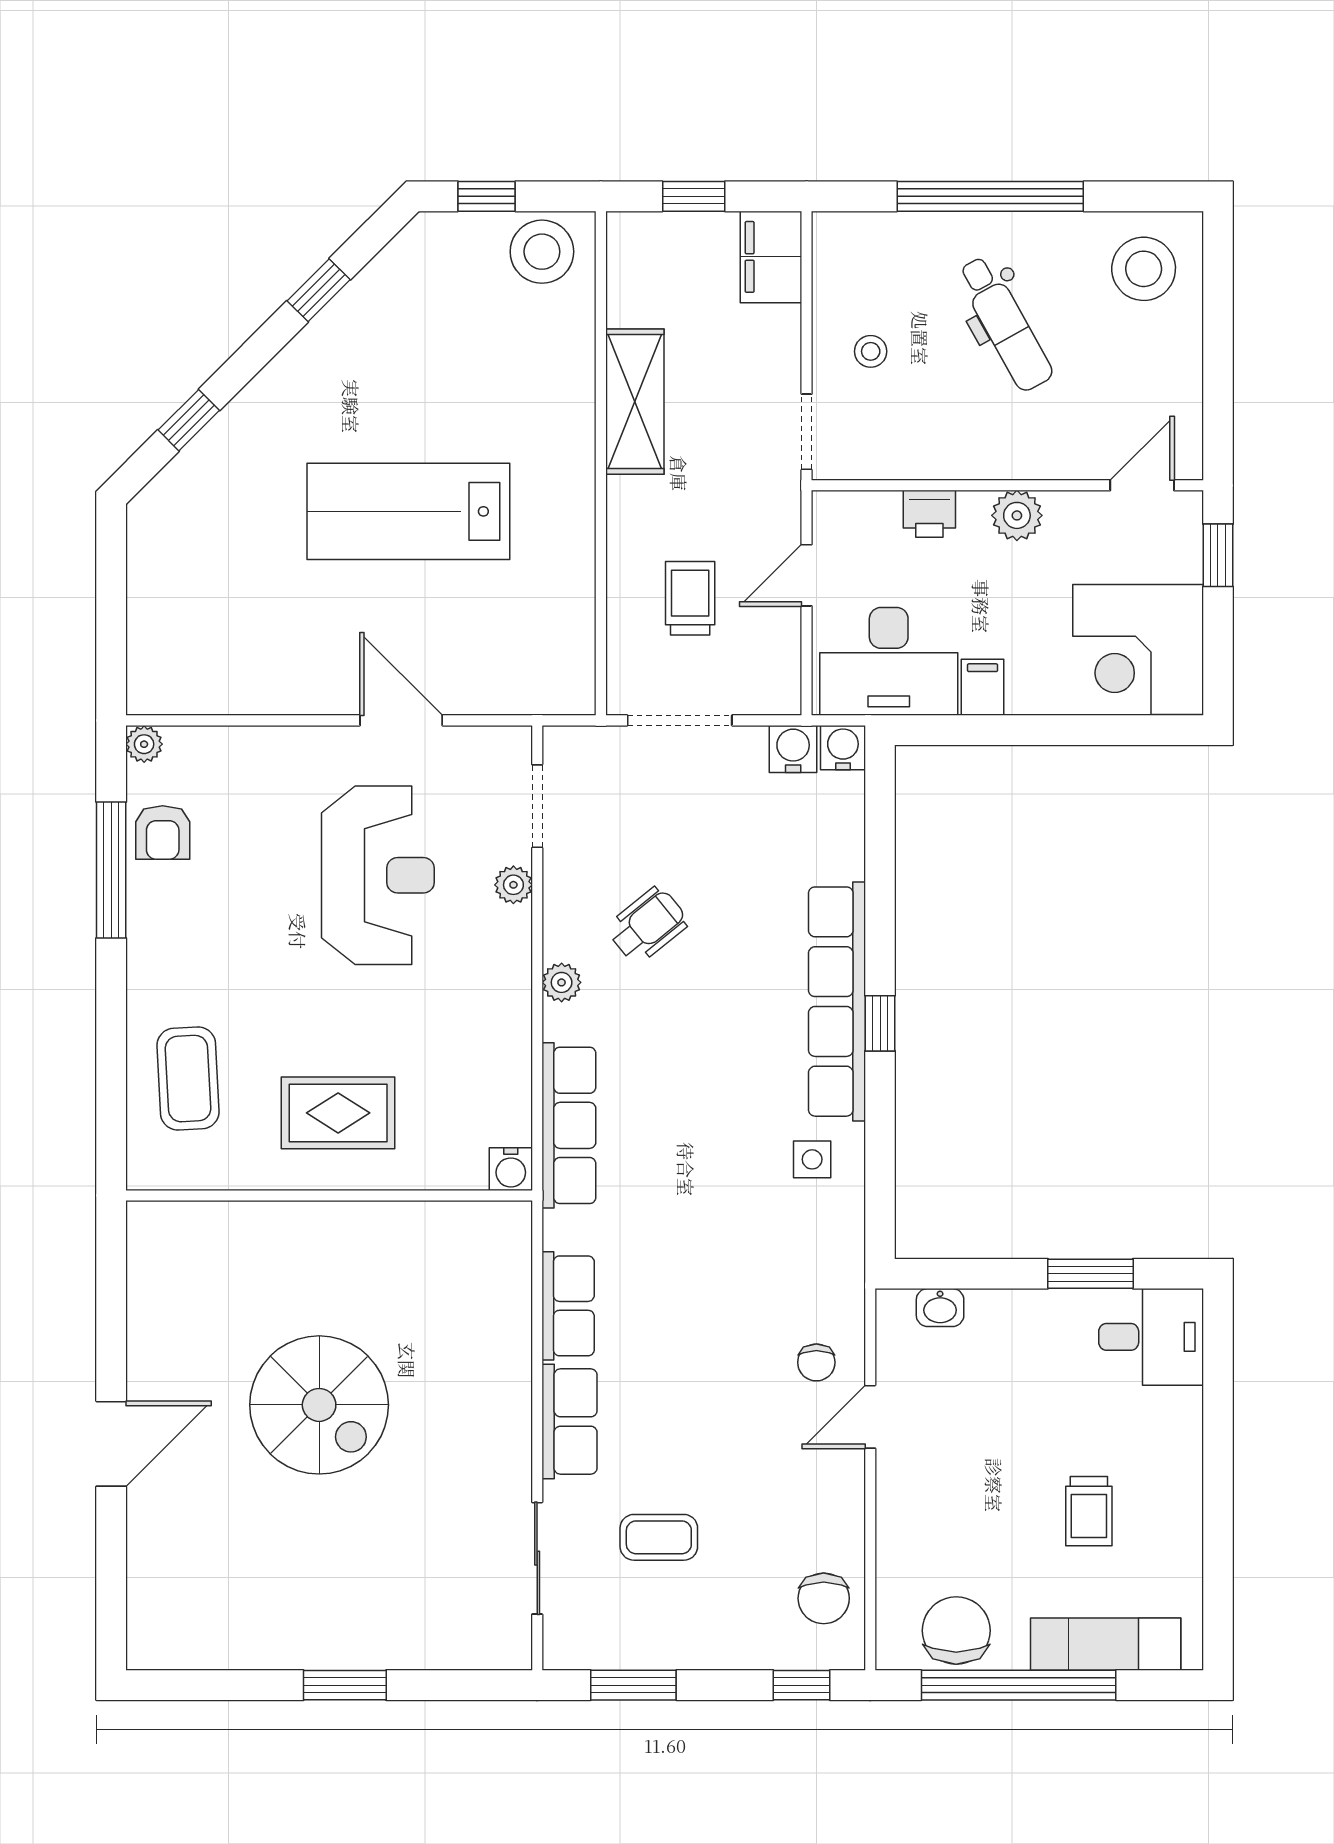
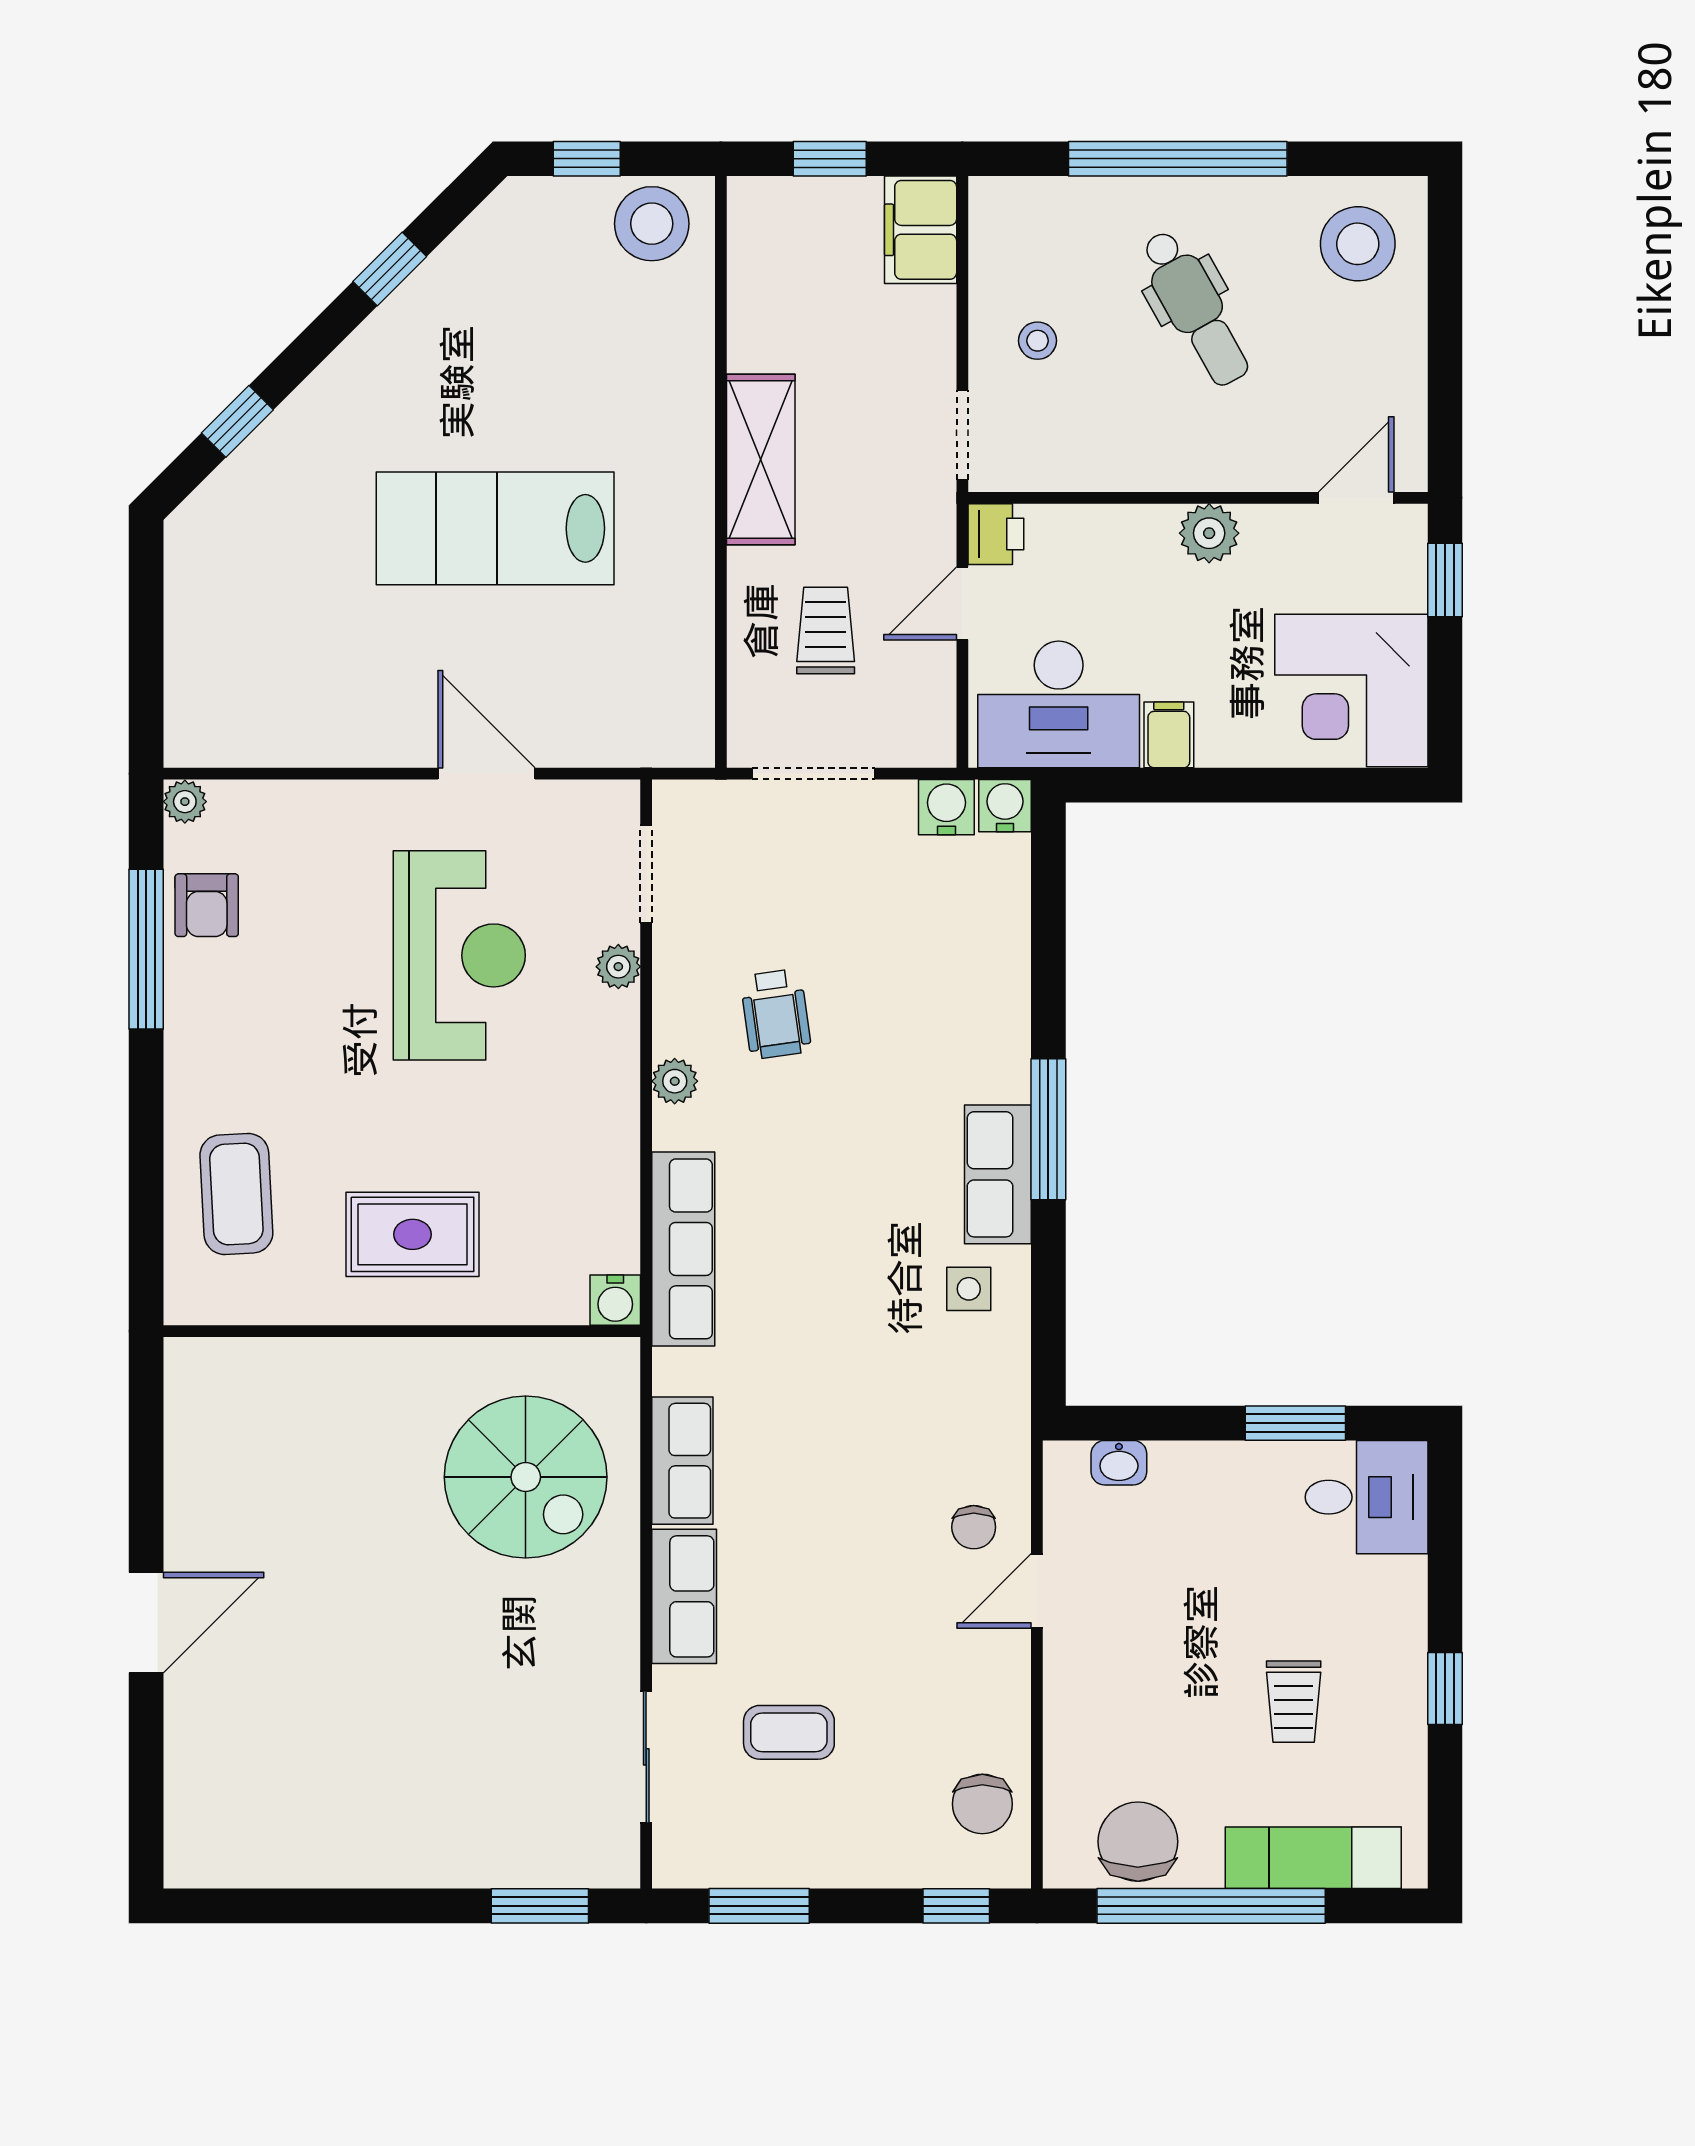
shelving: (635, 402) -> (761, 460), moved
printer: (929, 514) -> (996, 534), moved, turned -90
wheelchair: (648, 925) -> (776, 1014), turned 121
row of seats: (837, 1002) -> (998, 1174), width x0.50
window: (880, 1023) -> (1048, 1129), width x2.17
spiral stairs: (319, 1405) -> (526, 1477), moved
window: (1218, 1500) -> (1445, 1689), added
window: (345, 1685) -> (540, 1906), moved

